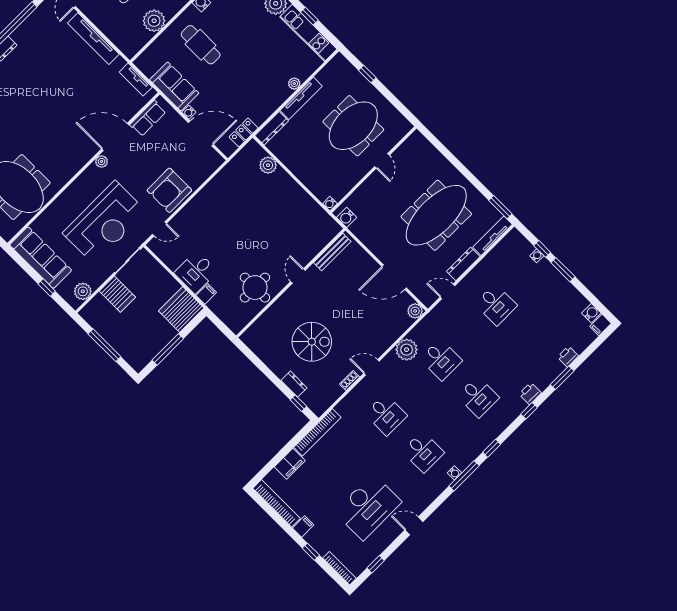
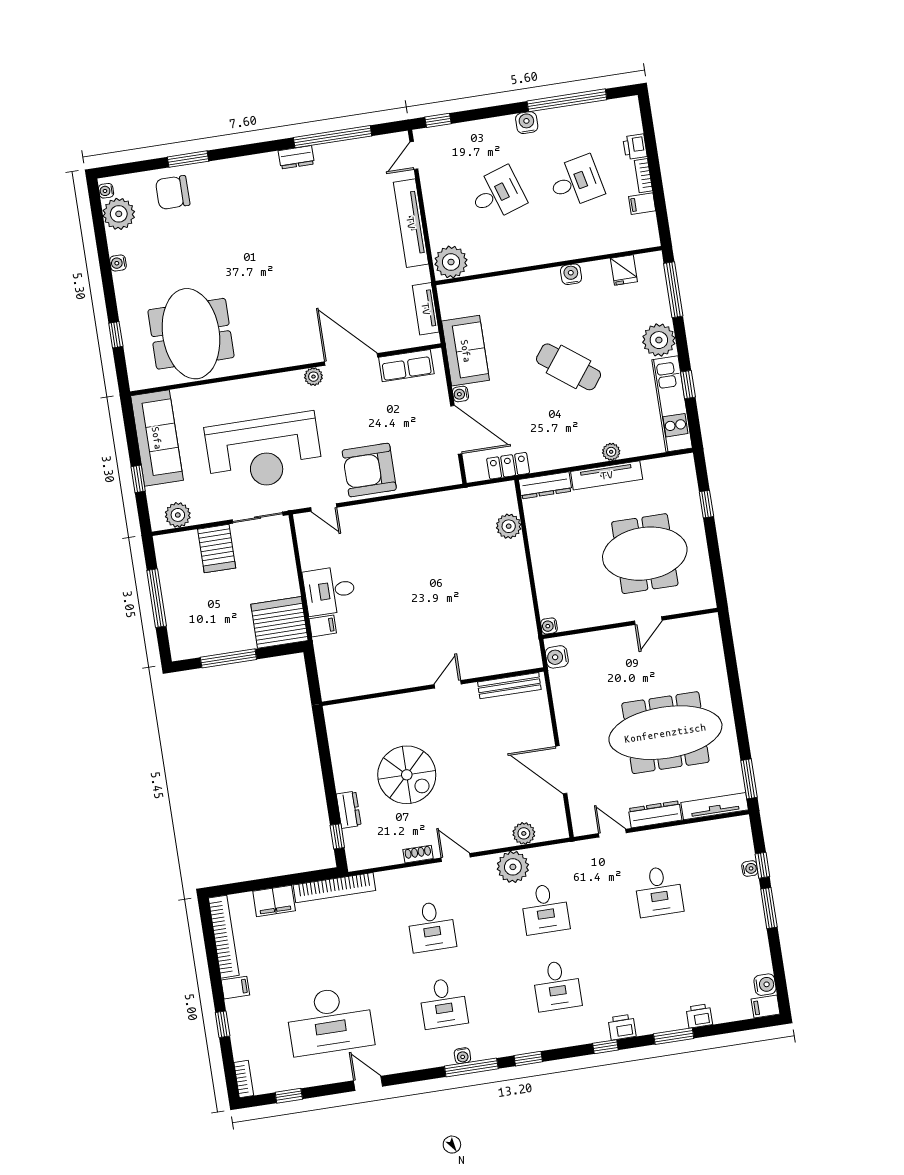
plant: (154, 21) -> (451, 262), moved
cafe table: (201, 45) -> (569, 367), moved, turned -53
round table: (255, 288) -> (386, 661), removed
plant: (415, 311) -> (524, 833), moved
bookcase: (339, 568) -> (244, 1079), width x0.64

